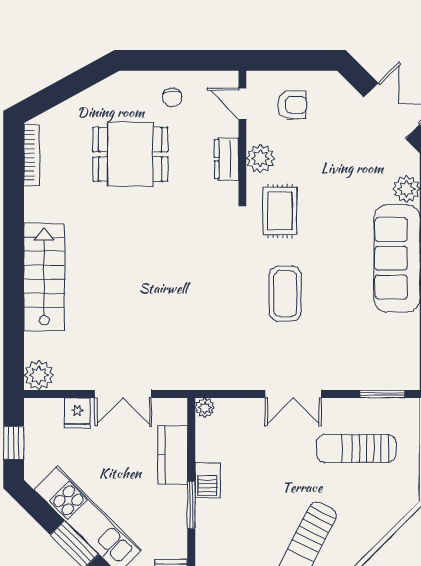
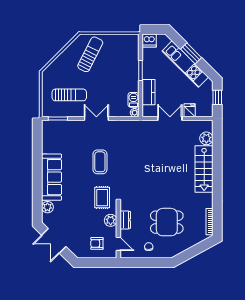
plant: (39, 375) -> (206, 138), moved
barbecue: (208, 480) -> (133, 100), moved

